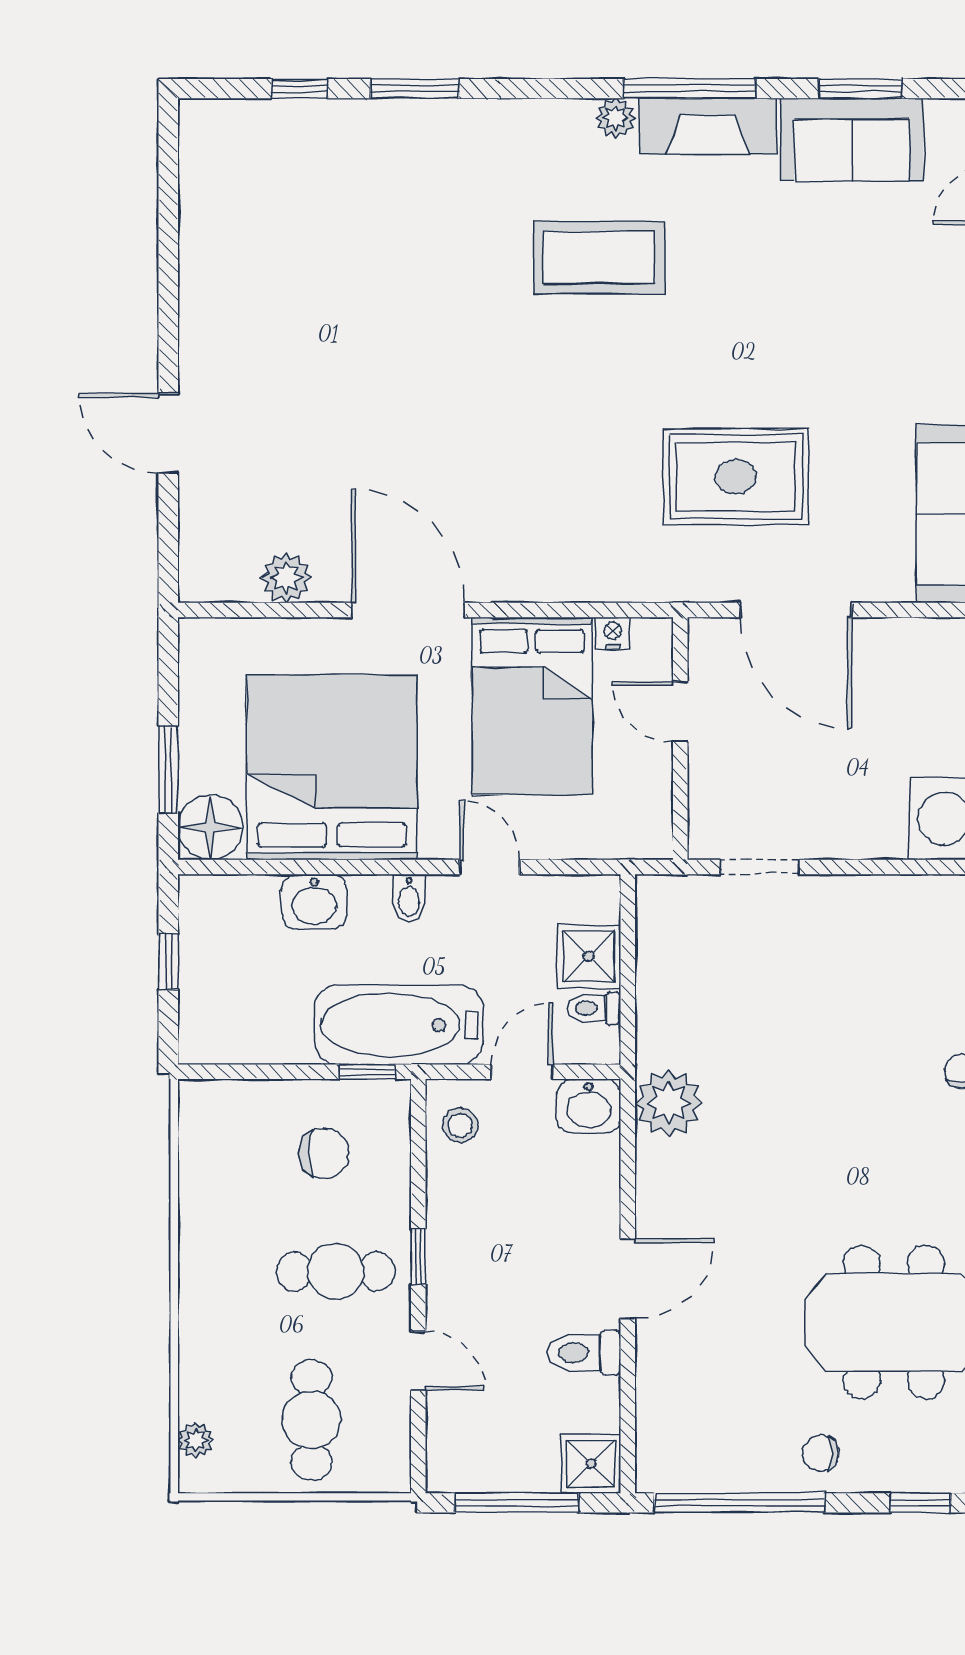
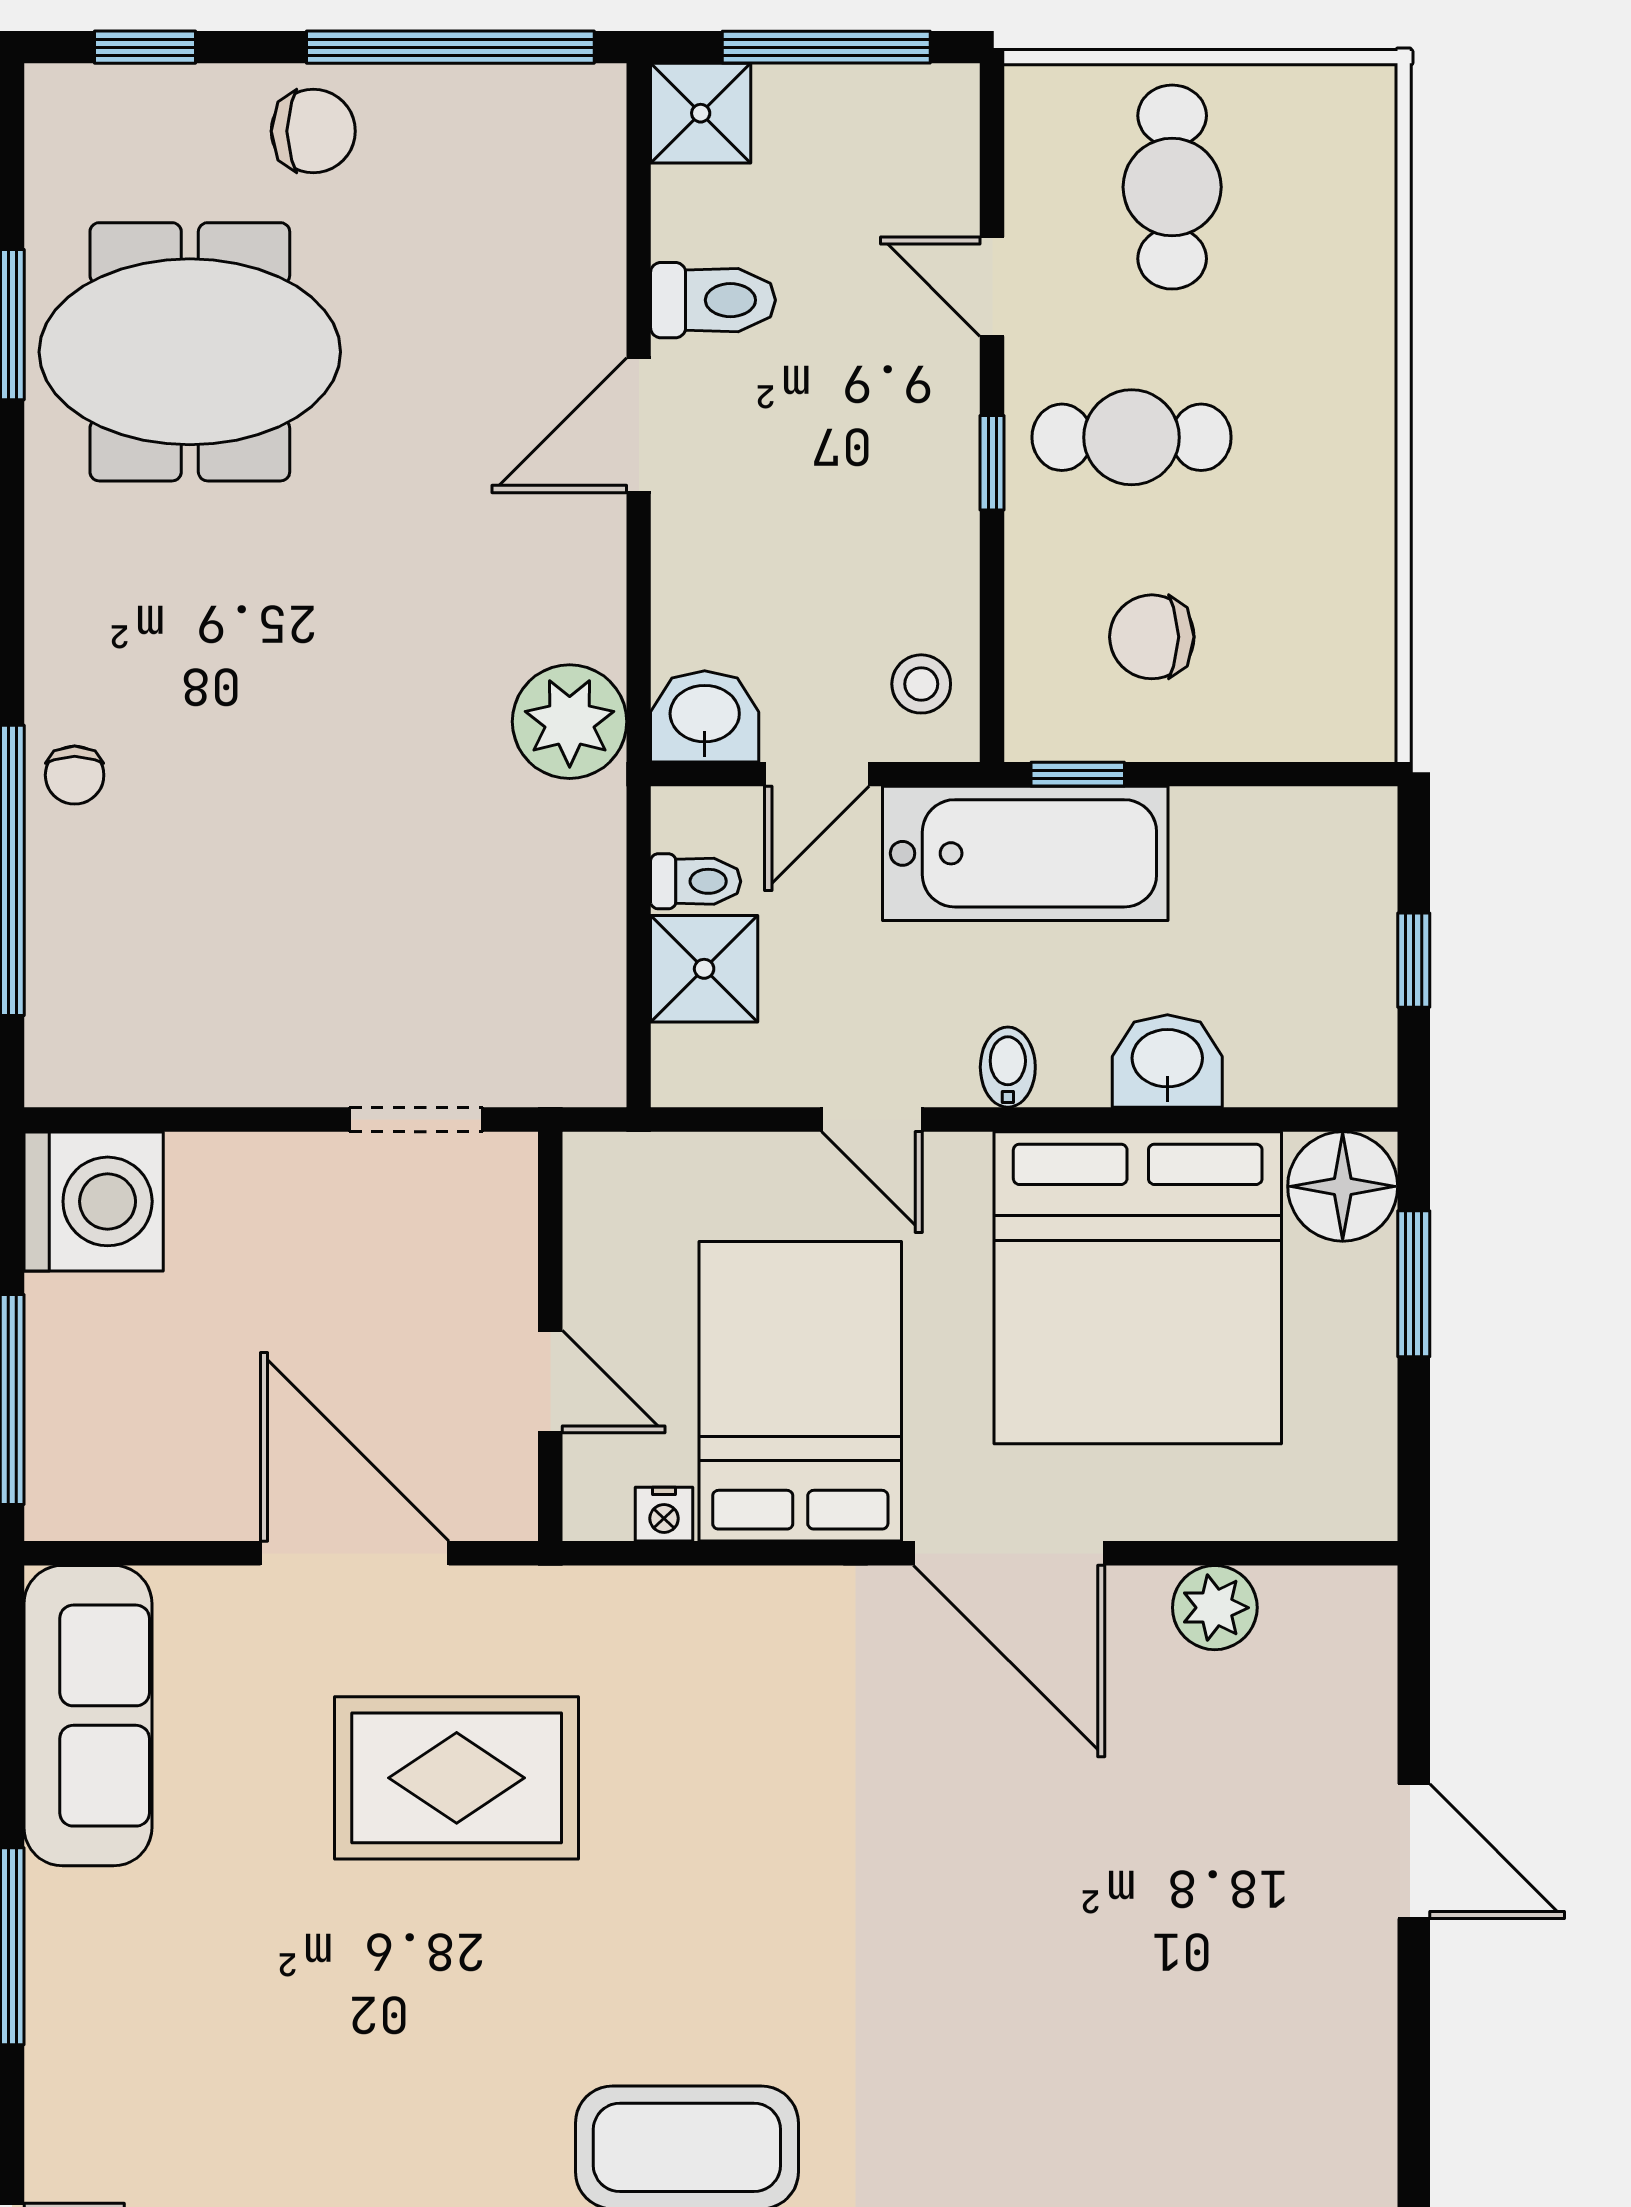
plant: (196, 1440) -> (1367, 153), removed
chair: (821, 1453) -> (313, 131), width x1.37, depth x1.37

